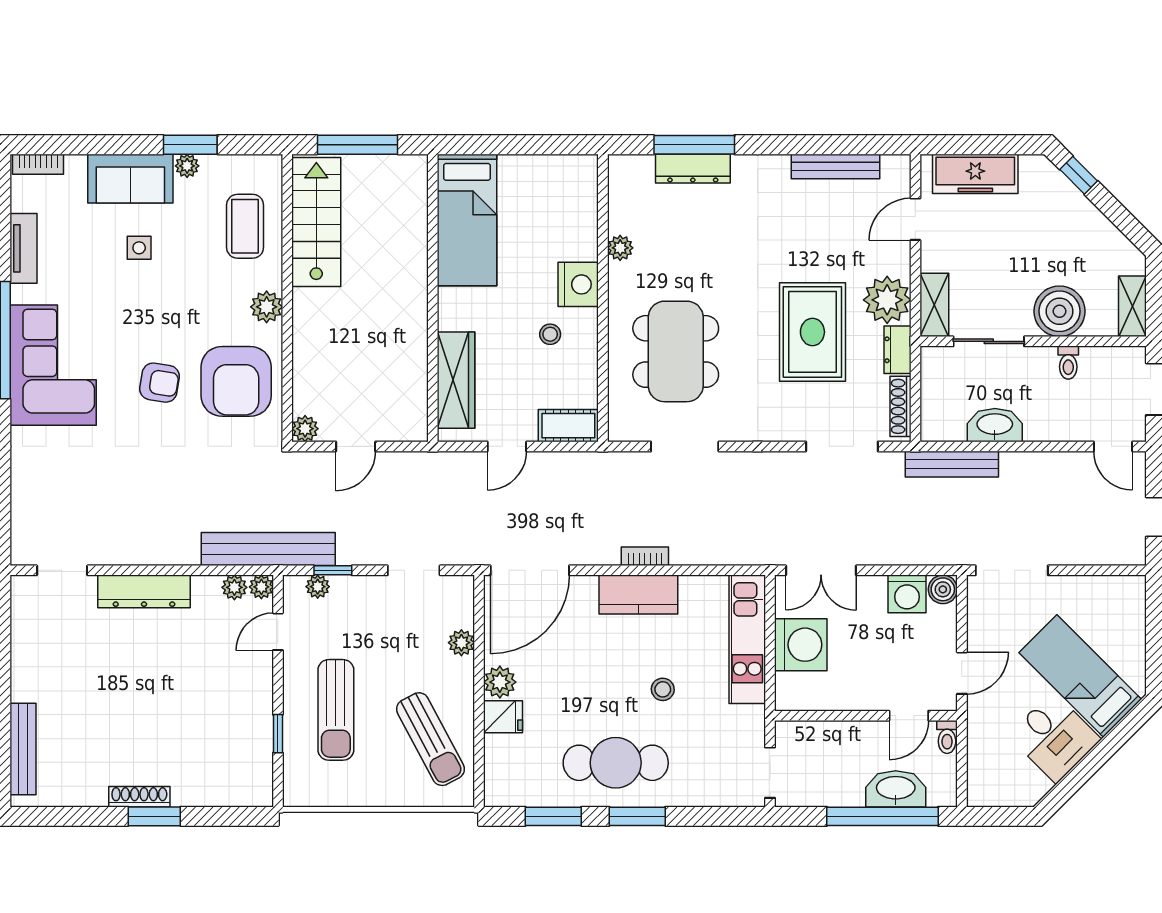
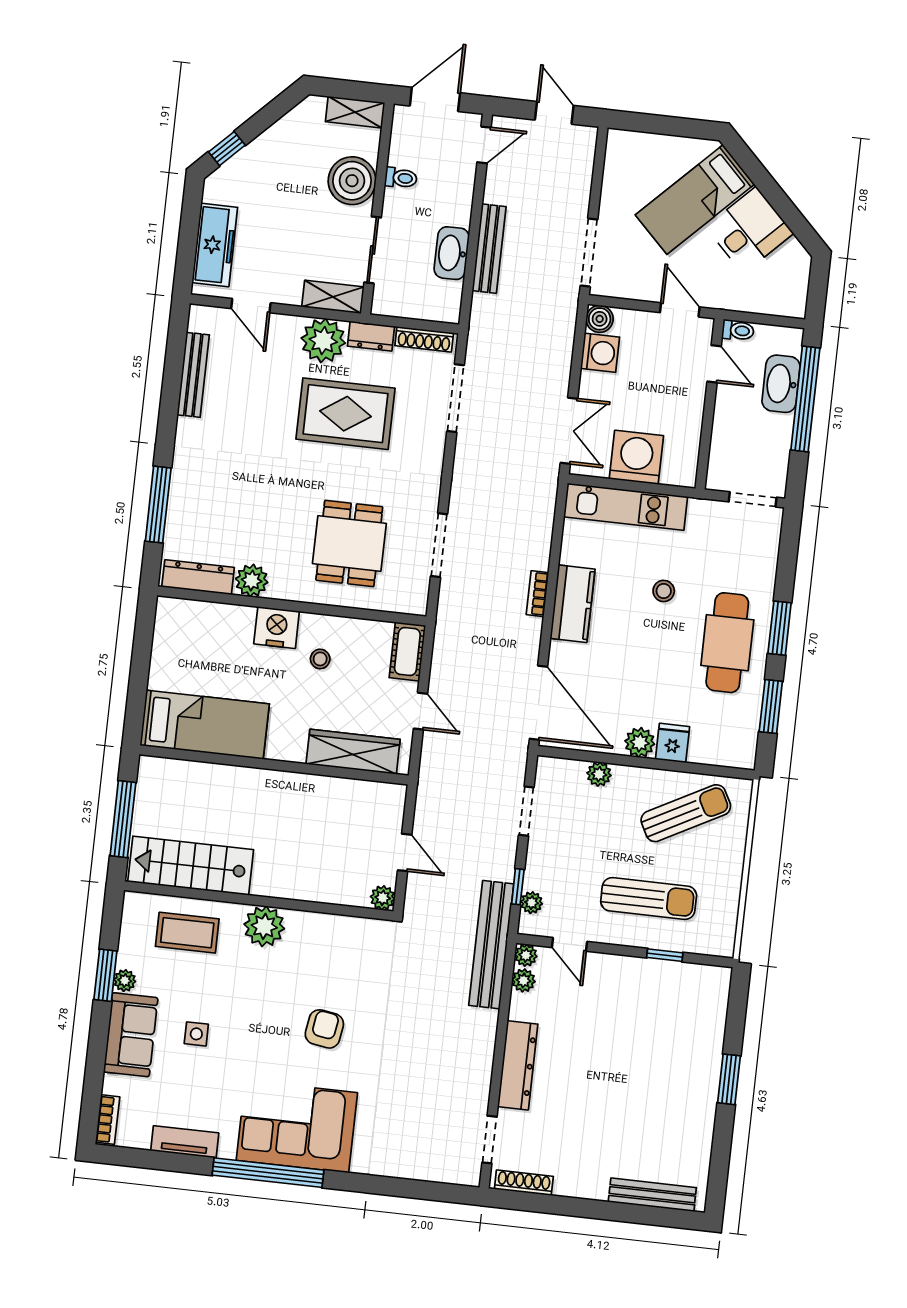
dresser: (693, 169) -> (198, 577), moved, turned -90
plant: (620, 248) -> (252, 581), width x1.38, depth x1.38
plant: (267, 307) -> (264, 926), width x1.36, depth x1.36
dining table: (676, 351) -> (349, 543), width x0.73
armchair: (236, 381) -> (331, 957), removed
bench: (952, 464) -> (489, 249), moved
shoe rack: (139, 797) -> (524, 1183), moved, turned 90

